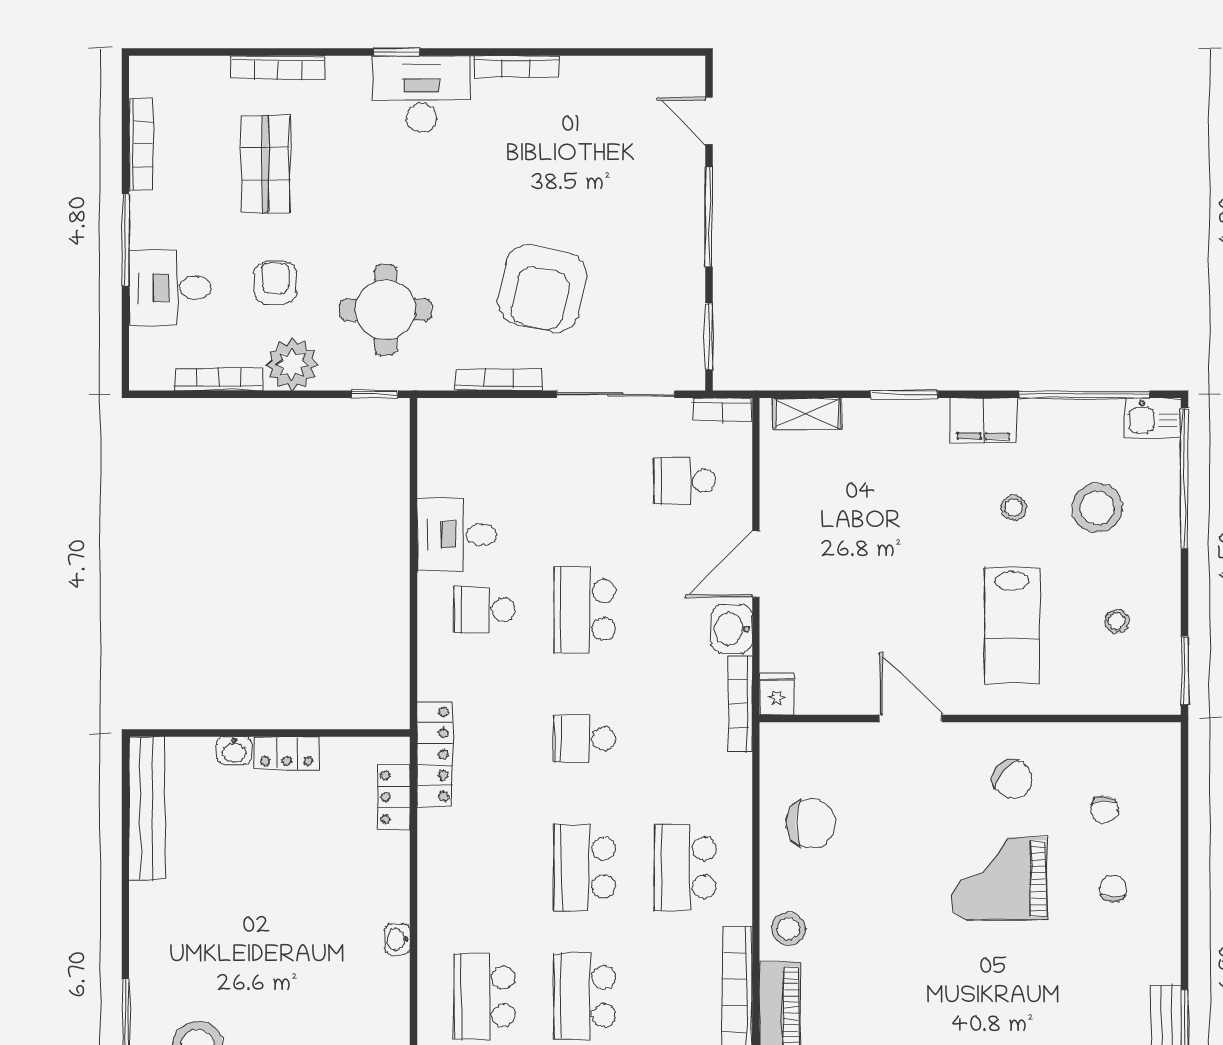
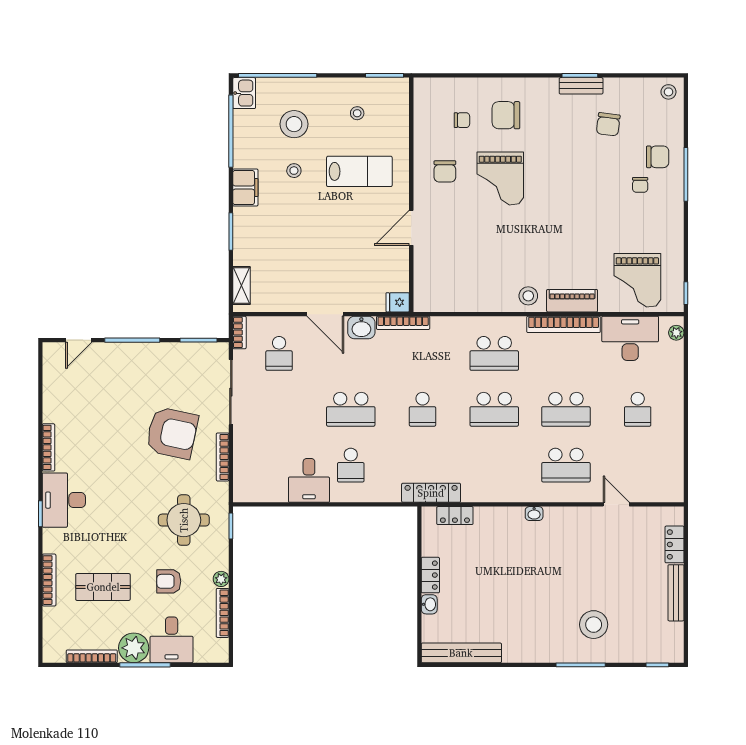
plant: (156, 220) -> (134, 648), added
plant: (292, 364) -> (221, 579), width x0.53, depth x0.53
chair: (1012, 779) -> (445, 171), turned 141
chair: (811, 823) -> (469, 283), removed
chair: (1113, 889) -> (506, 115), width x1.87, depth x1.87

